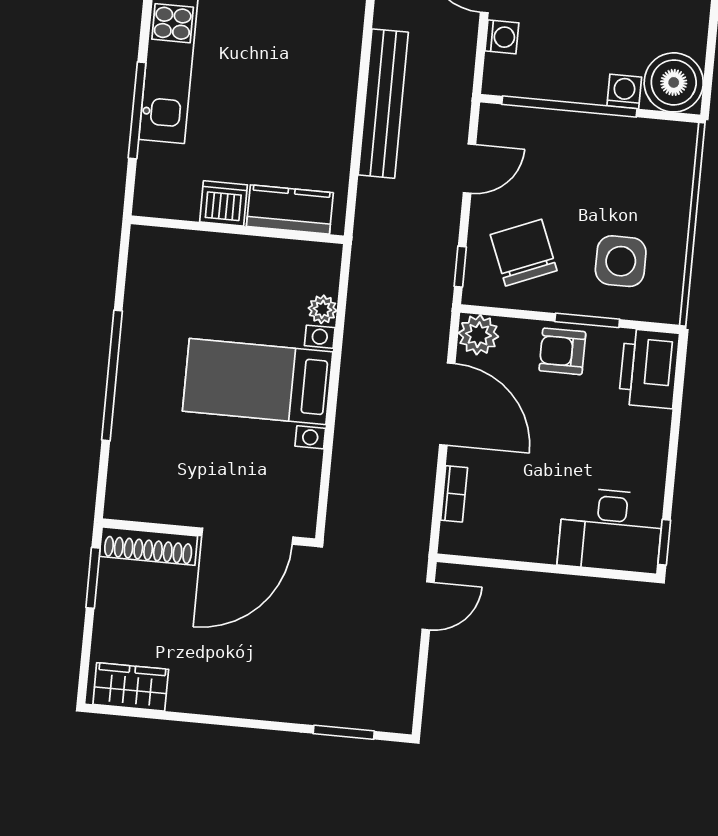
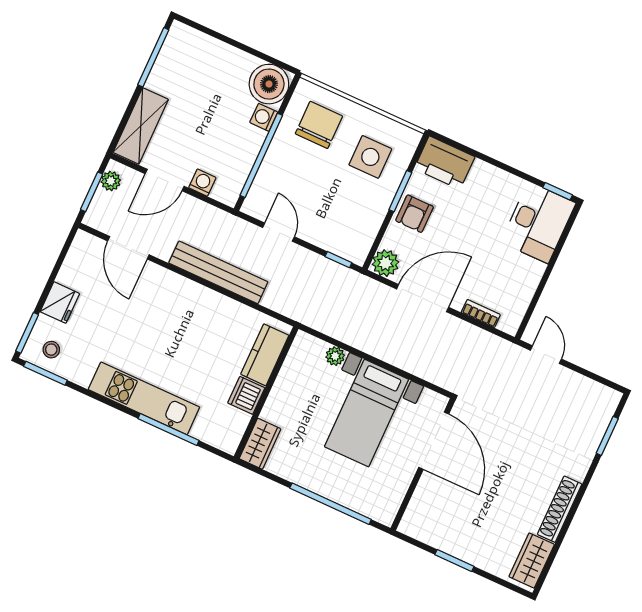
wardrobe: (162, 246) -> (260, 444), added
chair: (524, 253) -> (319, 125), moved, turned 112
wall: (209, 533) -> (423, 464), moved
door: (247, 536) -> (434, 441), moved
shoe rack: (148, 546) -> (560, 509), moved, turned 180

